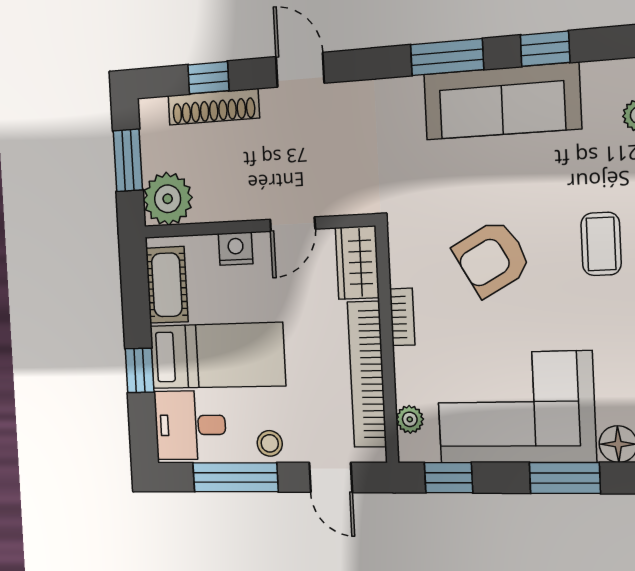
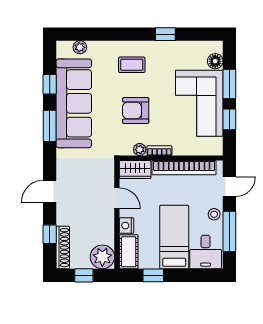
sofa: (502, 101) -> (74, 103), width x1.36, depth x1.27
shoe rack: (214, 107) -> (63, 248), moved
window: (128, 160) -> (84, 275), width x0.67
armchair: (492, 258) -> (136, 111), turned 119
cot: (167, 285) -> (129, 252), moved, turned 90
window: (140, 370) -> (153, 275), moved
plant: (410, 419) -> (140, 150), moved
window: (448, 478) -> (229, 119), moved

